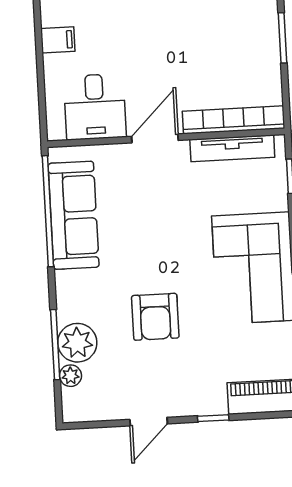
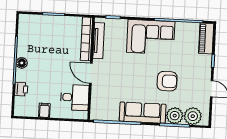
sofa: (74, 215) -> (143, 113), moved
plant: (70, 376) -> (193, 116), width x1.88, depth x1.88

